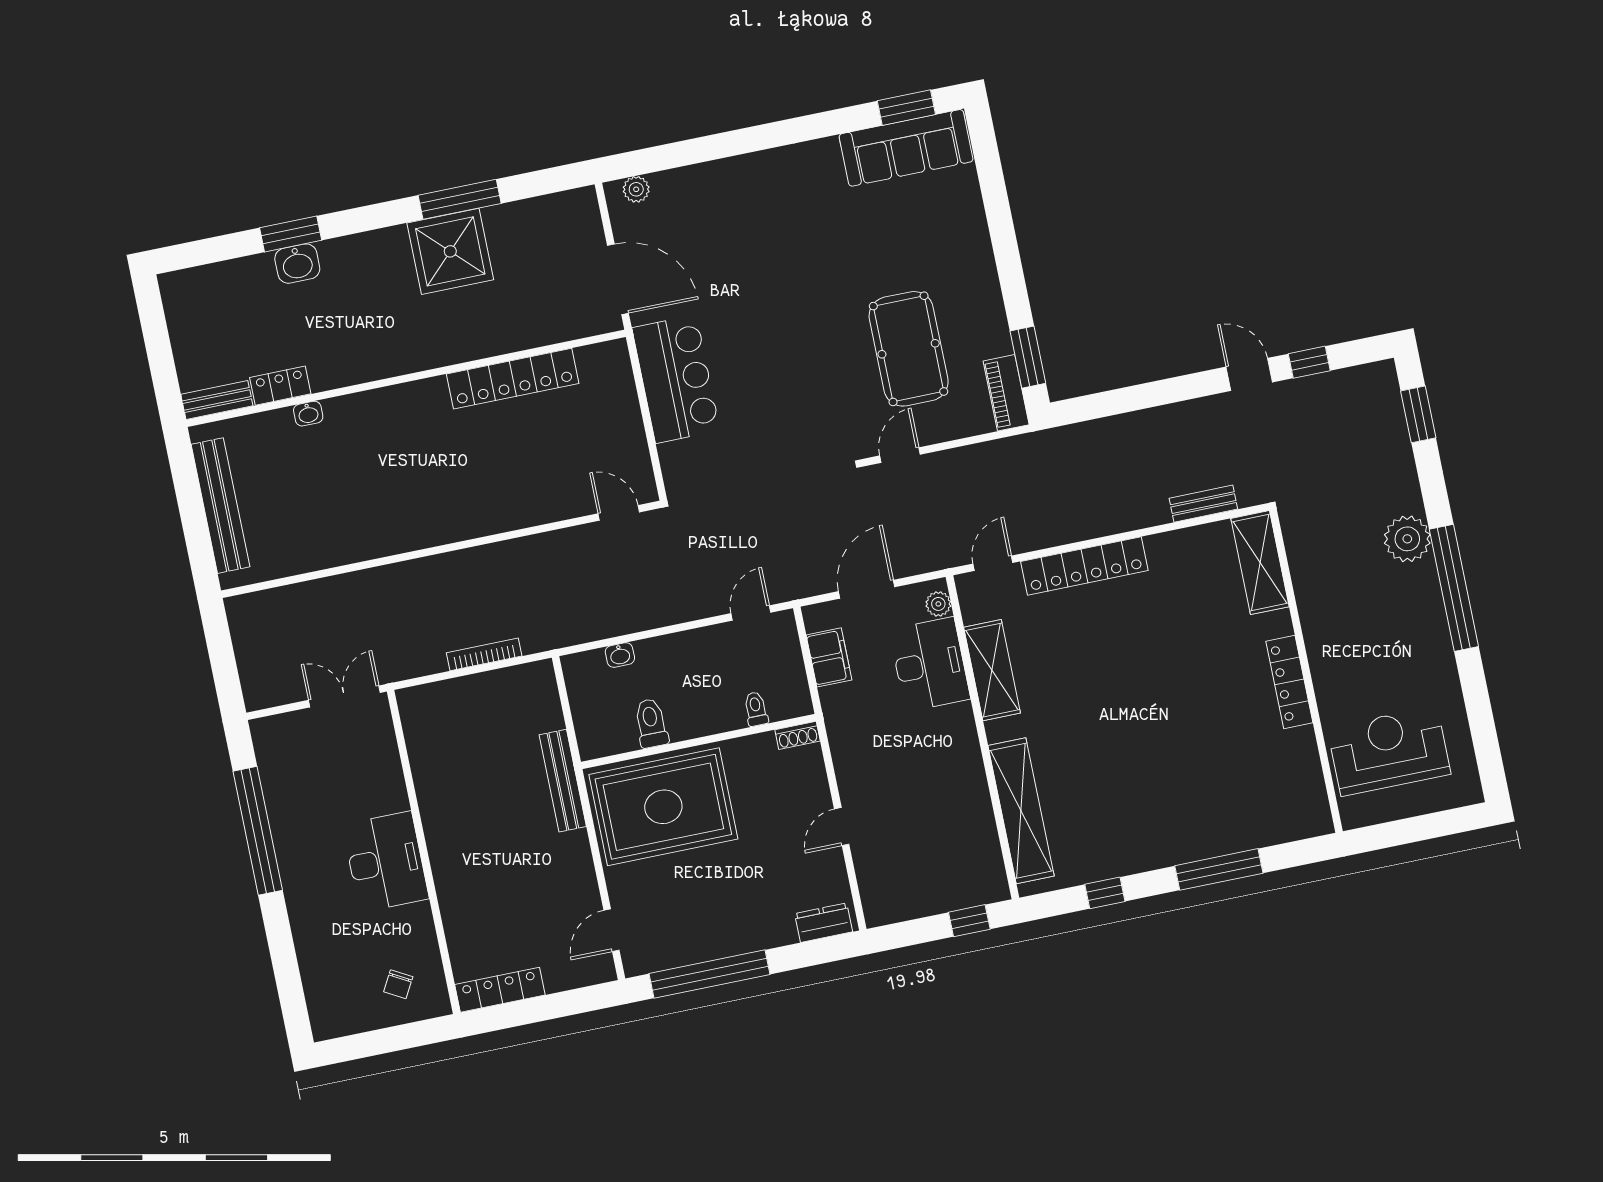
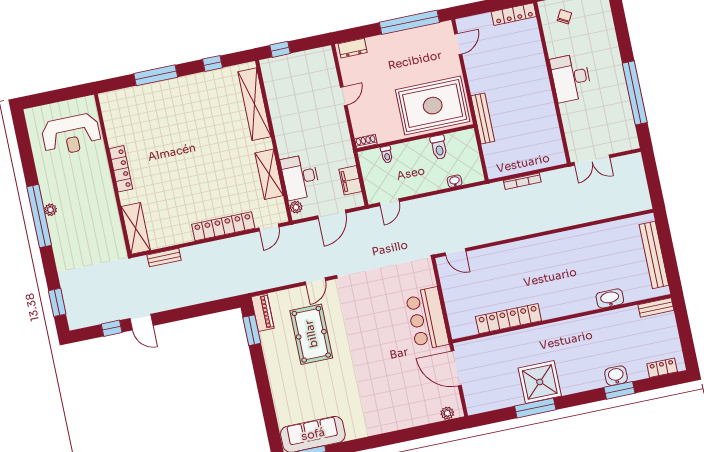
locker: (280, 386) -> (662, 368), moved, turned 180
washbasin: (308, 414) -> (610, 298), width x1.91, depth x1.45
plant: (1407, 539) -> (50, 210), moved, width x0.53, depth x0.53

